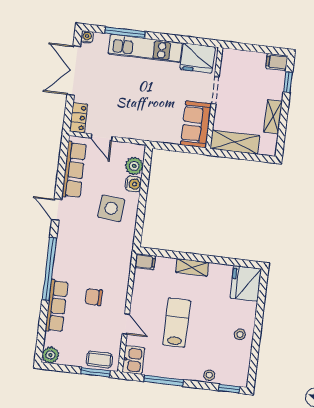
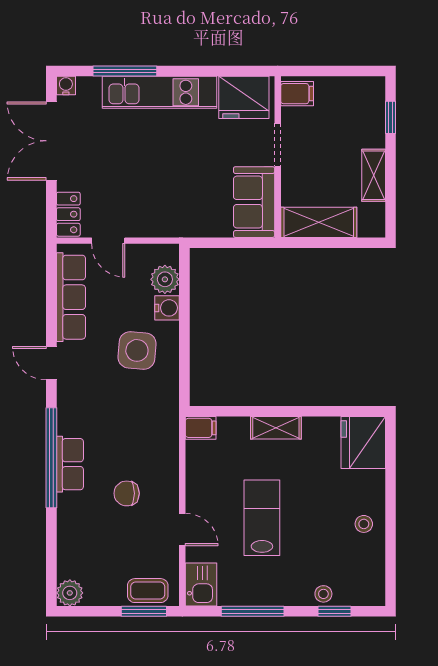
filing cabinet: (277, 62) -> (297, 94), moved, turned 180
row of seats: (57, 306) -> (70, 464), moved, width x0.68
window: (229, 389) -> (334, 611), moved

